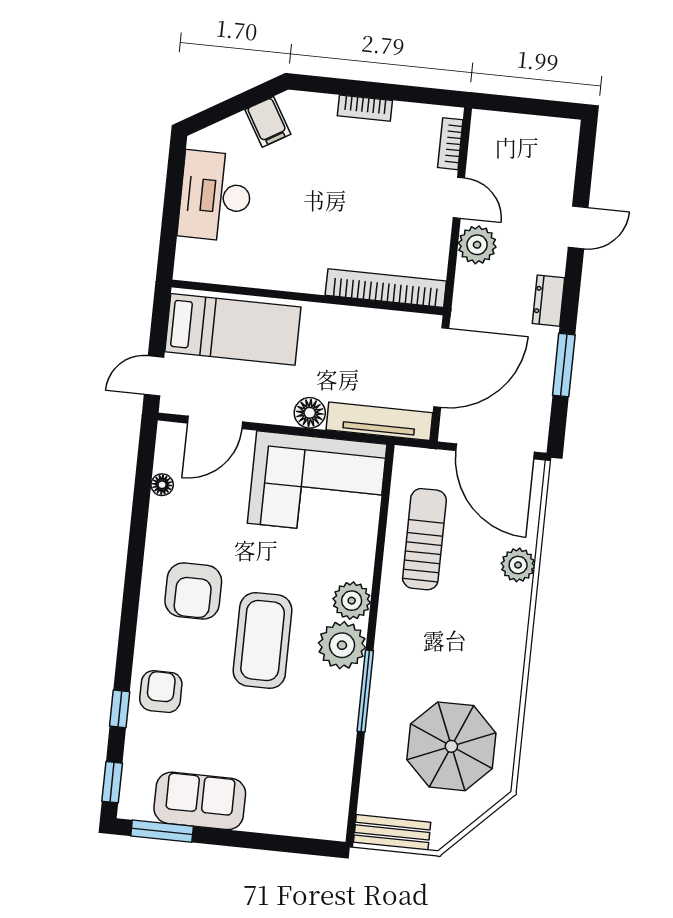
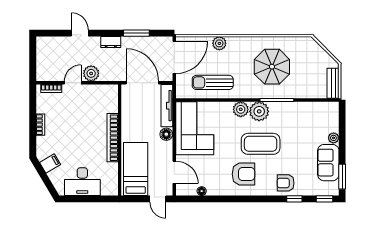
bookcase: (386, 288) -> (113, 138), moved
parasol: (451, 746) -> (272, 67), moved
plant: (259, 820) -> (333, 138), added

